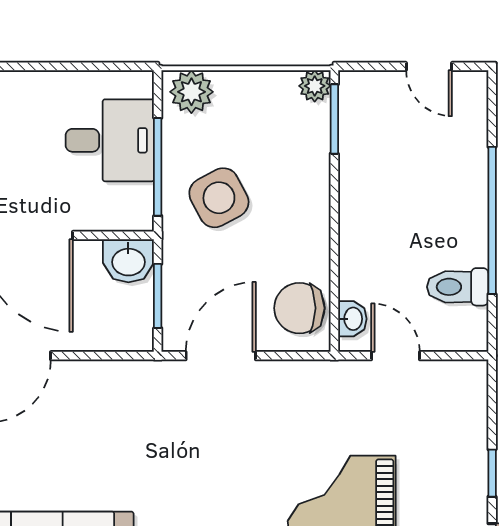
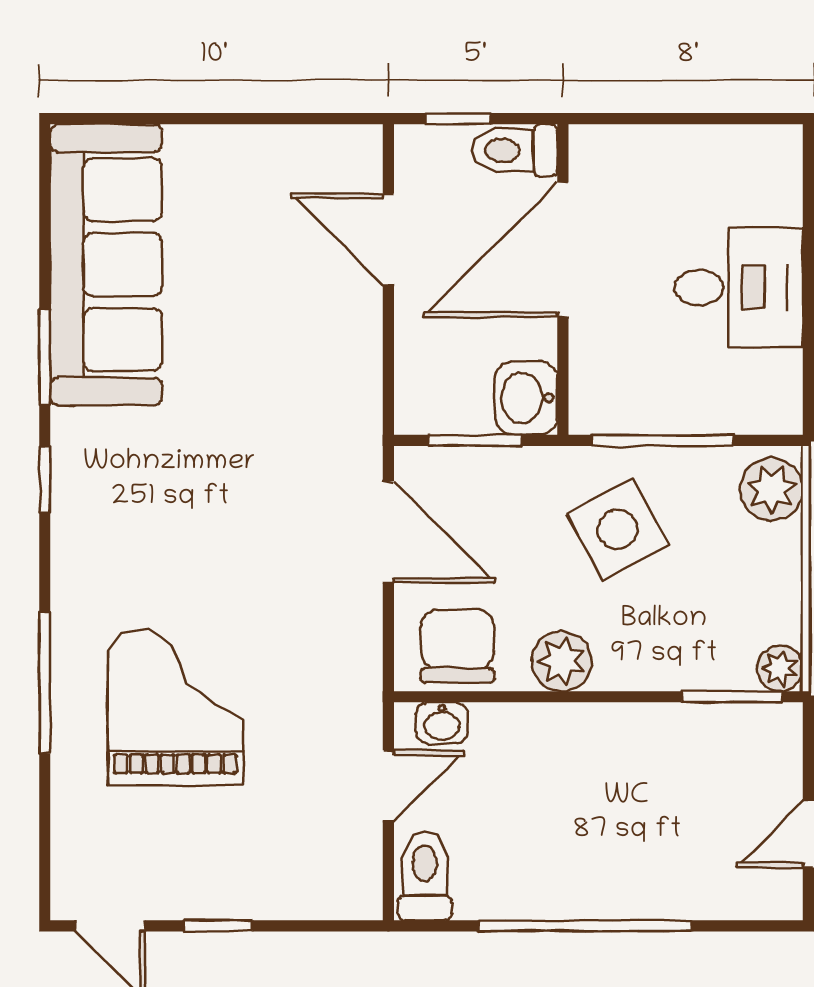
desk: (110, 140) -> (739, 287), moved, turned -90
plant: (310, 236) -> (562, 661), added
toilet: (458, 287) -> (425, 876), moved

